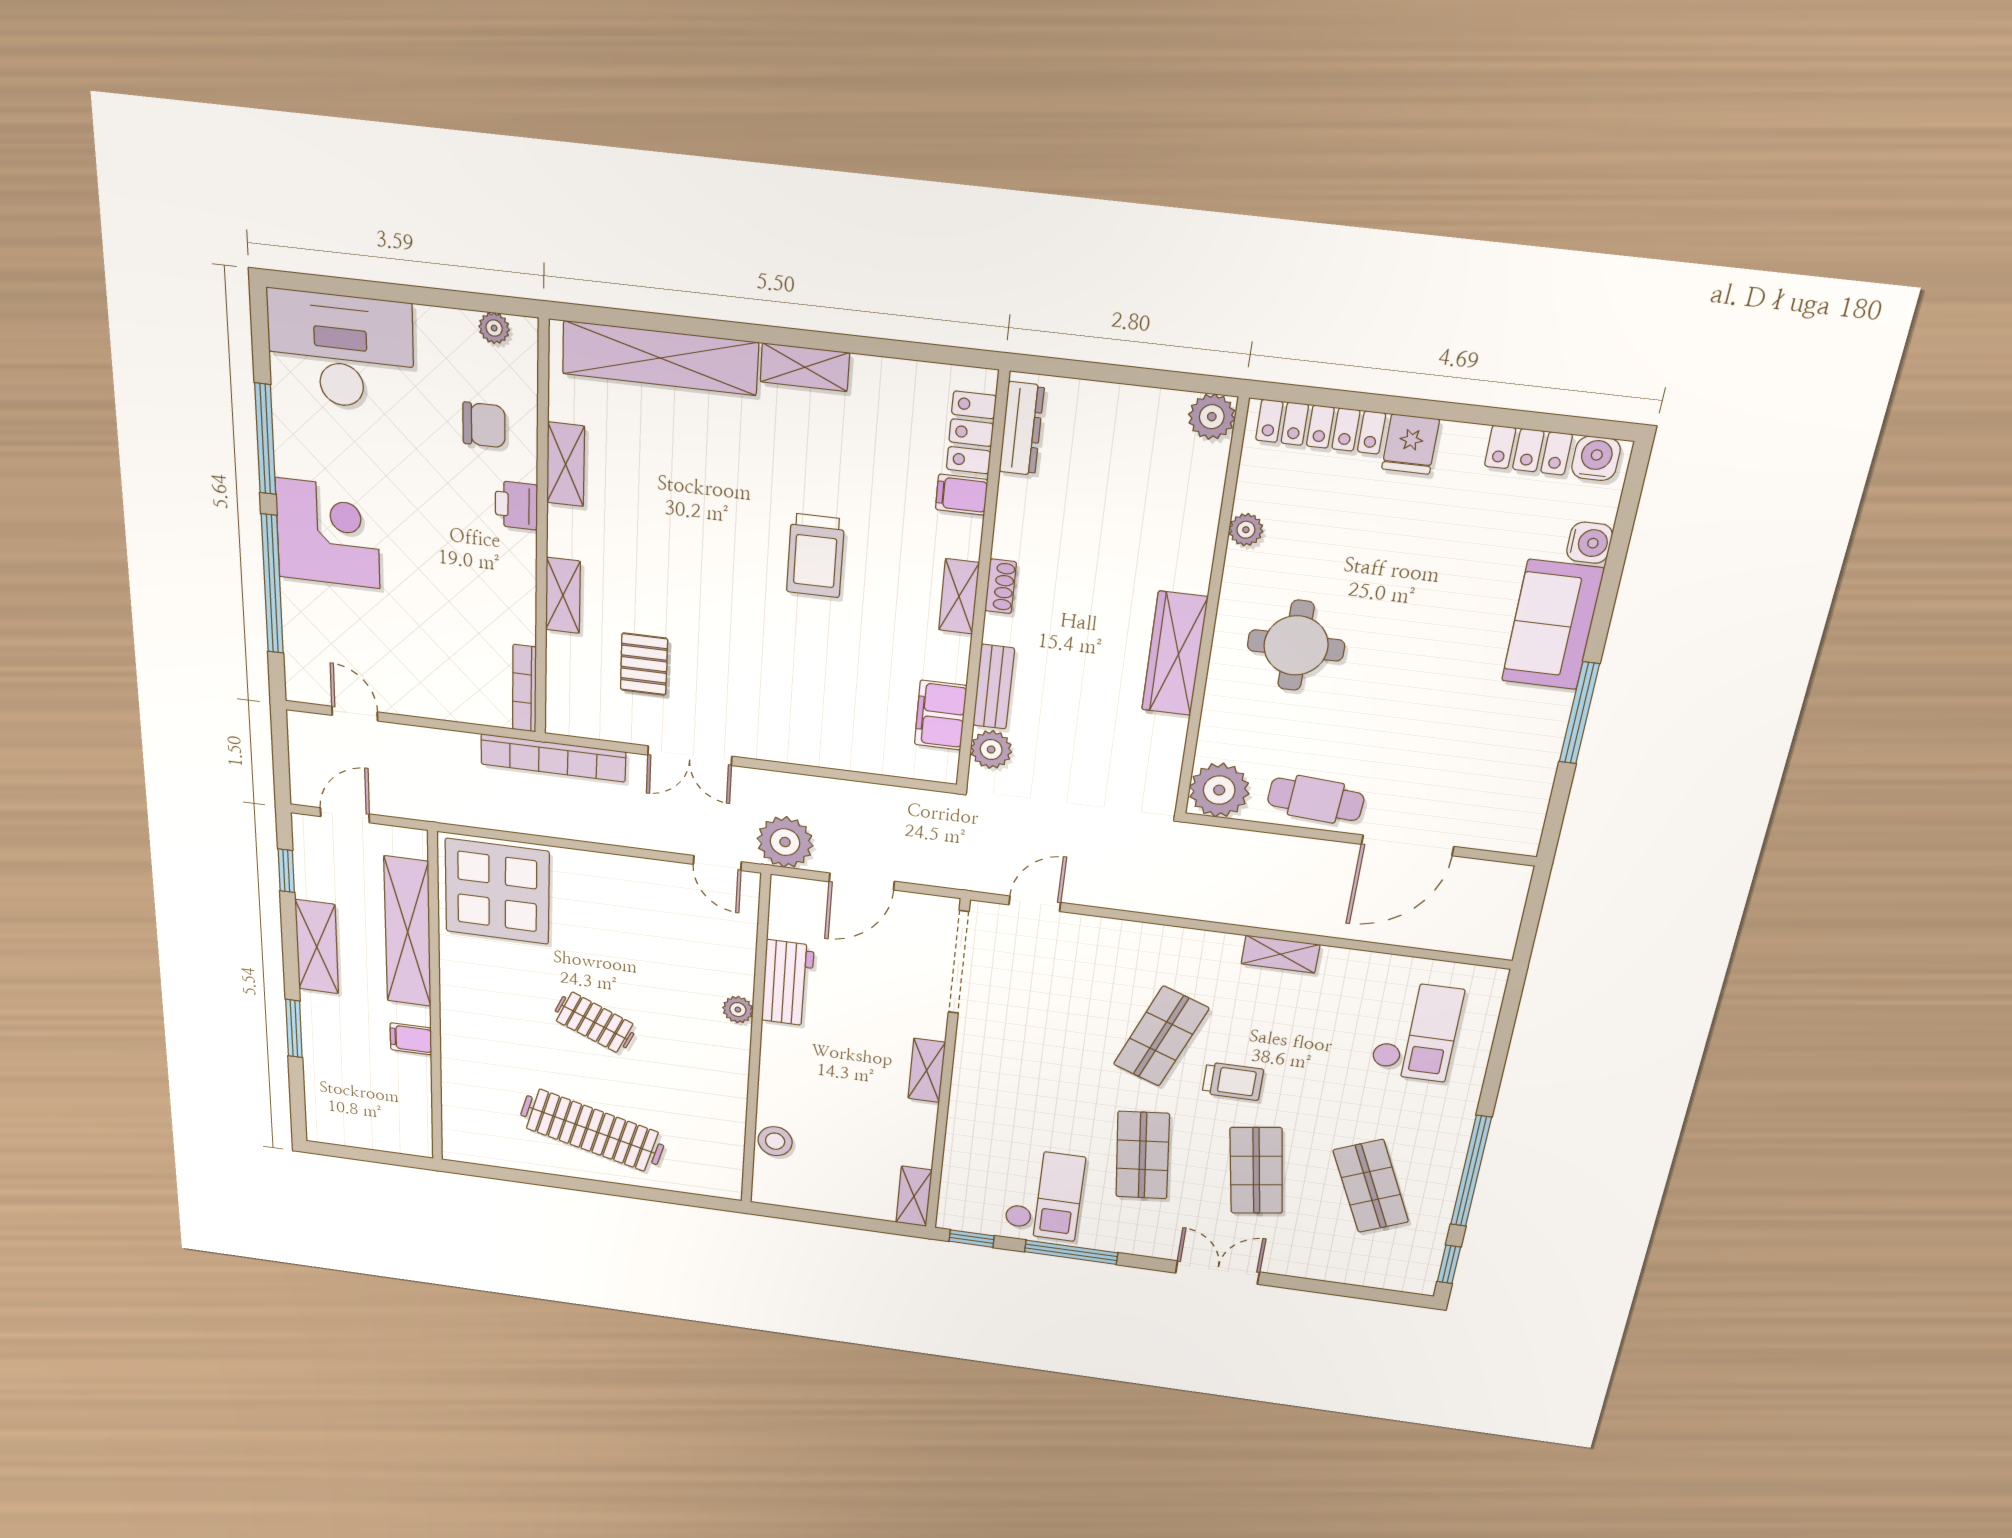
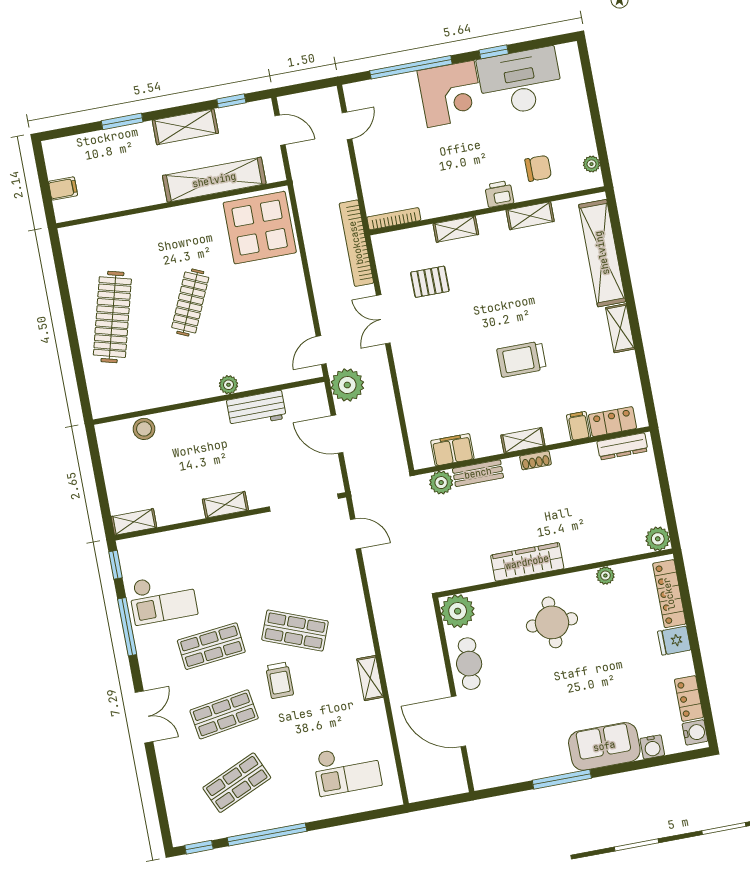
desk: (341, 351) -> (520, 82), moved, turned -90
chair: (484, 425) -> (538, 168), turned -90
window: (265, 439) -> (494, 52), width x0.46
clothes rail: (595, 1022) -> (190, 302), width x1.36
filing cabinet: (411, 1039) -> (63, 188), moved, turned 90

